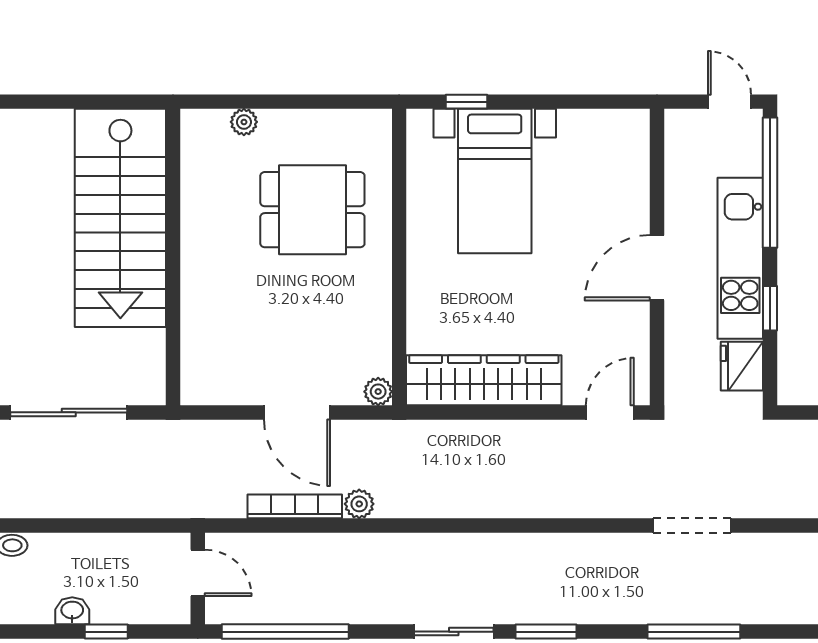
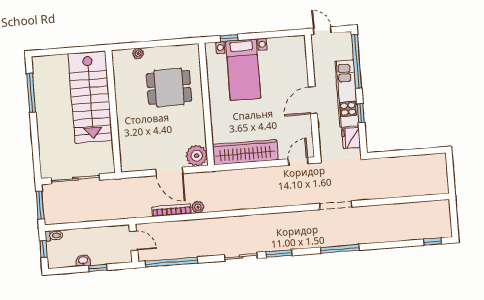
door: (729, 102) -> (322, 31), moved
plant: (378, 392) -> (197, 156), width x1.88, depth x1.88

